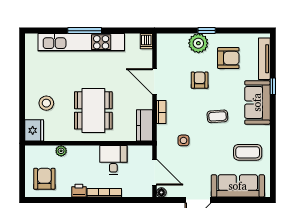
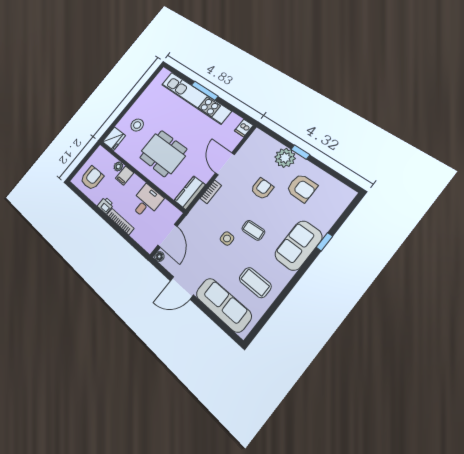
tv unit: (264, 59) -> (335, 212), removed
dining table: (93, 110) -> (163, 153), turned 90
side table: (184, 140) -> (227, 238), moved
filing cabinet: (74, 154) -> (125, 176), added

